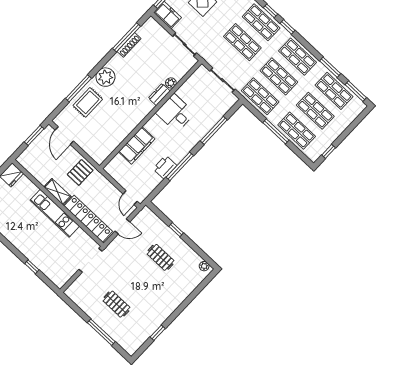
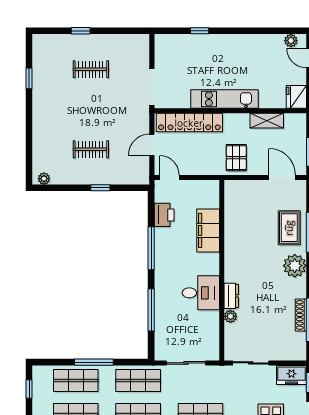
printer: (165, 167) -> (164, 215), moved
shelving: (57, 192) -> (267, 121), moved
window: (101, 332) -> (81, 31), width x0.46

